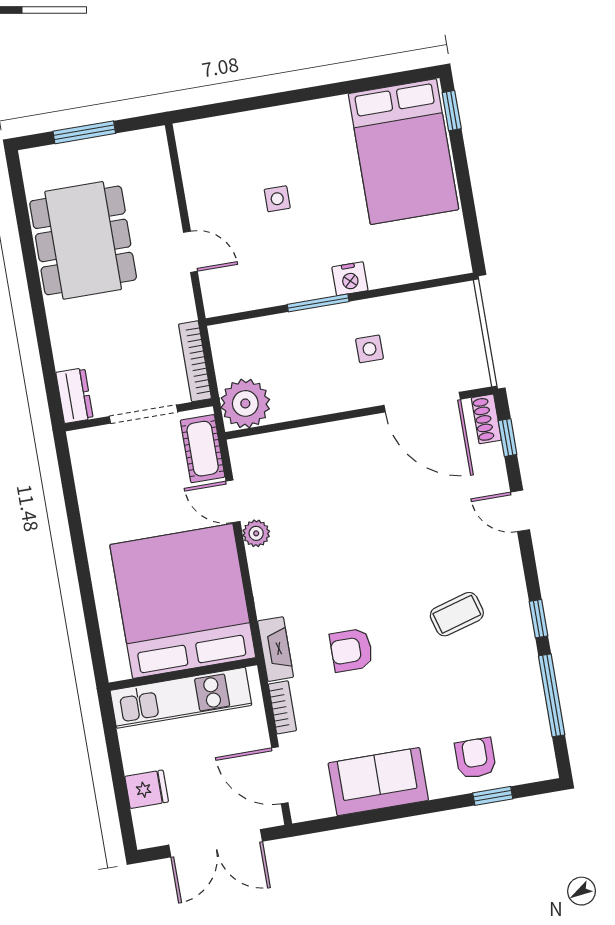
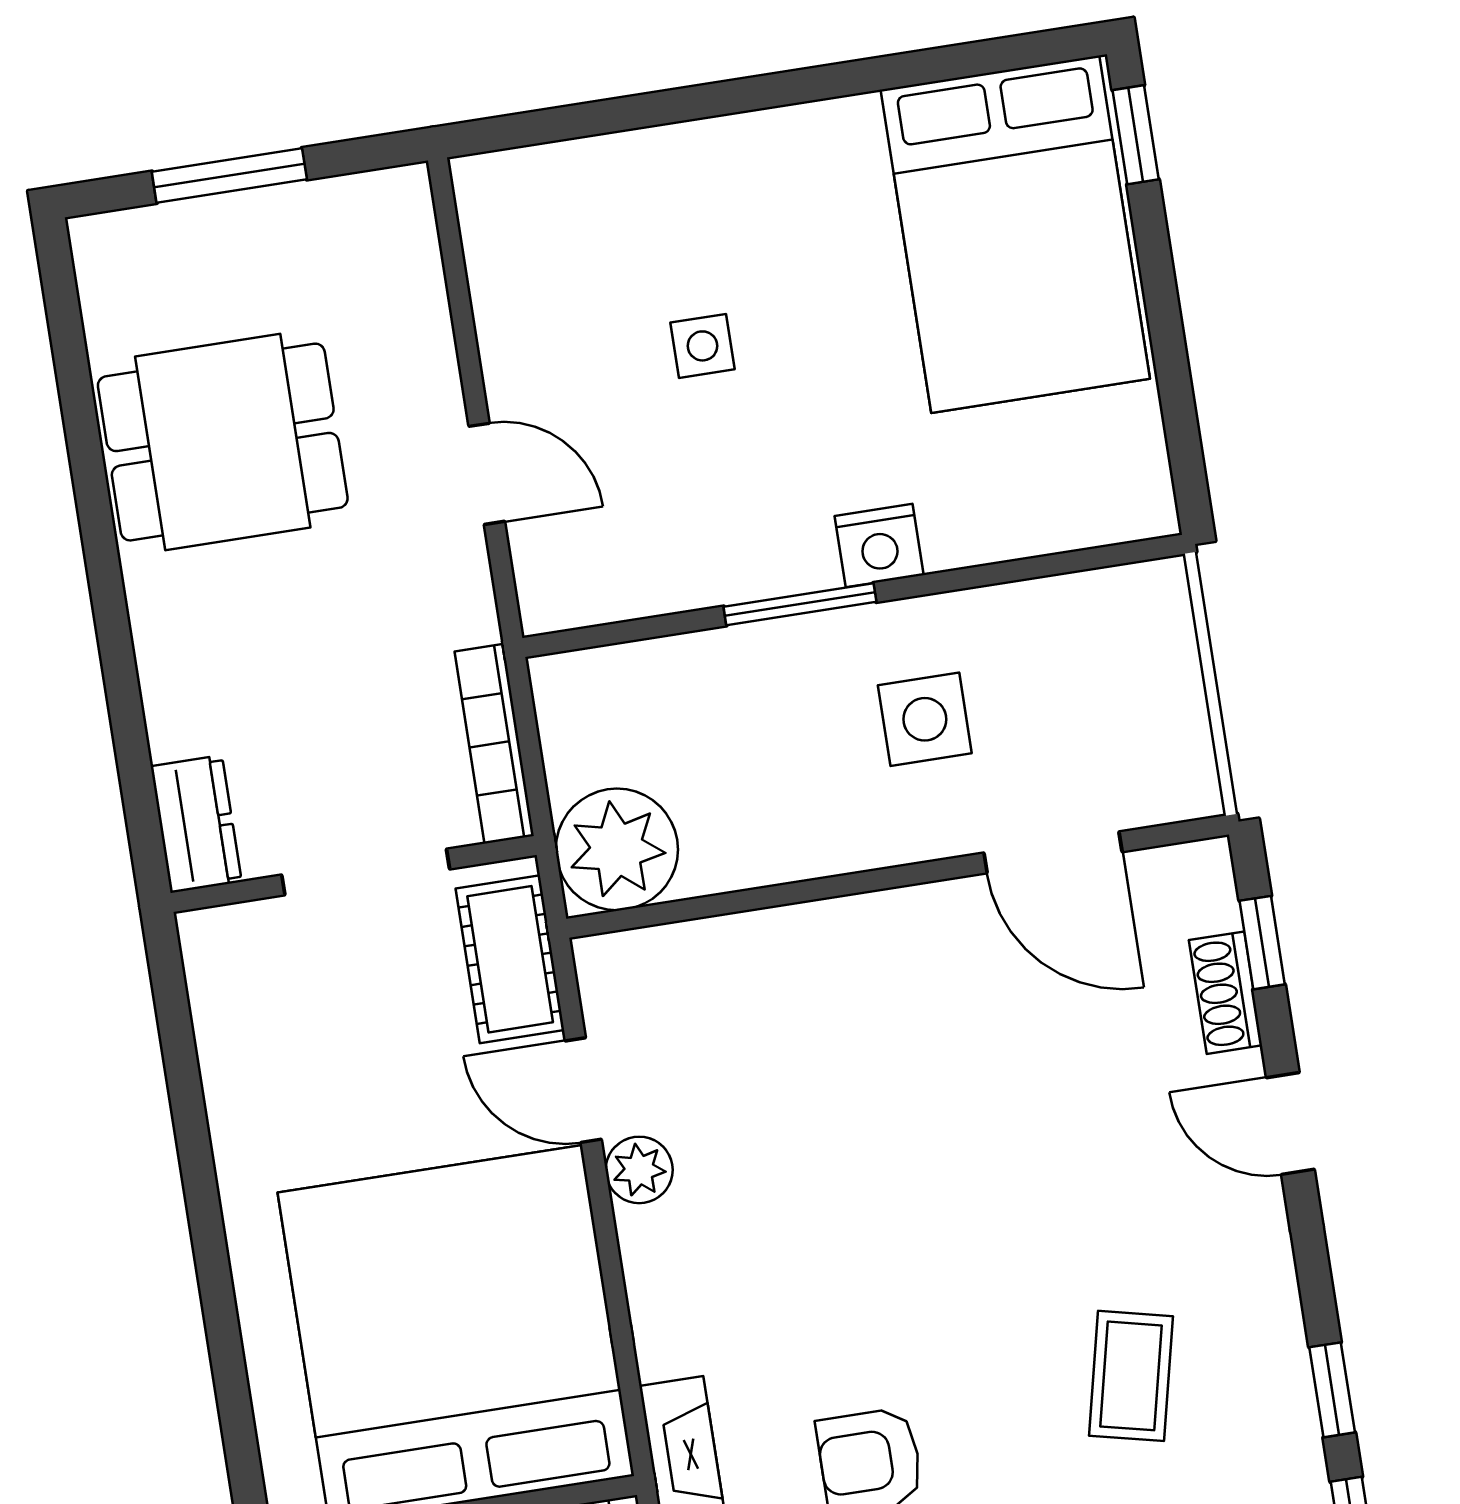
dining table: (83, 240) -> (223, 442), width x0.73
side table: (369, 349) -> (925, 719), width x1.37, depth x1.37
door: (422, 402) -> (1053, 852), width x0.73
shoe rack: (486, 419) -> (1226, 993), moved
coffee table: (457, 614) -> (1131, 1376), turned -61

